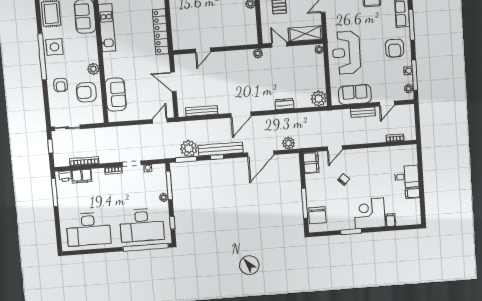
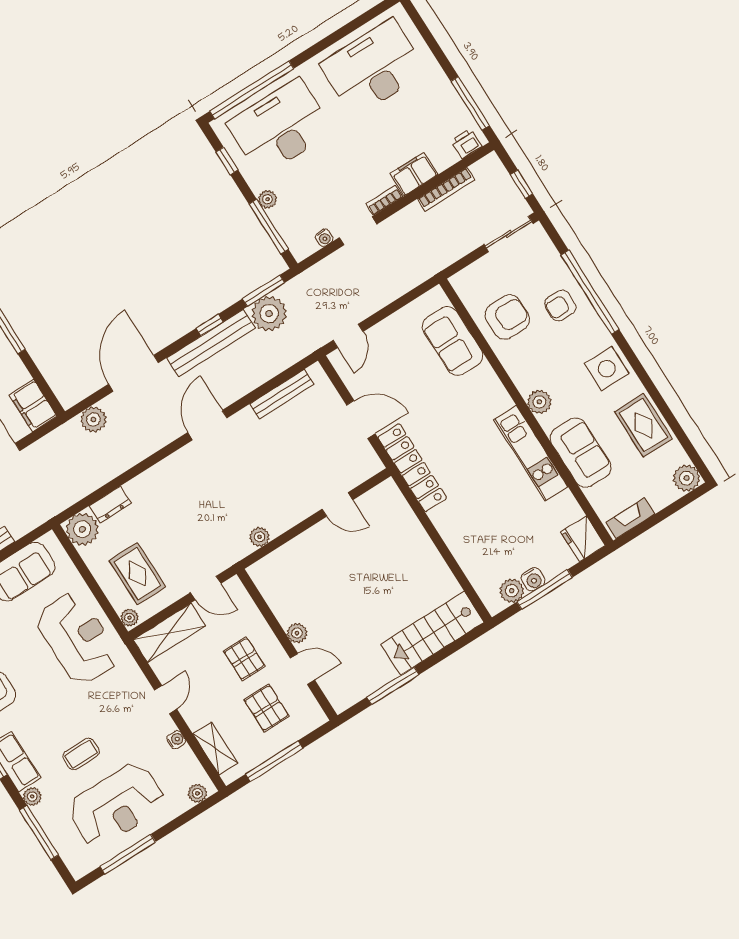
locker: (161, 32) -> (412, 468), moved
door: (203, 50) -> (337, 504), swing flipped
plant: (258, 53) -> (260, 537), moved
window: (42, 57) -> (590, 292), moved
rug: (305, 67) -> (137, 574), added
plant: (93, 69) -> (539, 402), moved
armchair: (61, 85) -> (560, 306), turned -90
dresser: (284, 104) -> (110, 505), moved
filing cabinet: (82, 176) -> (414, 174), moved

